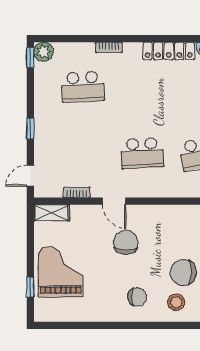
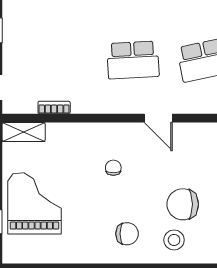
door: (114, 201) -> (158, 118), moved
chair: (126, 242) -> (113, 168), width x0.54, depth x0.54

